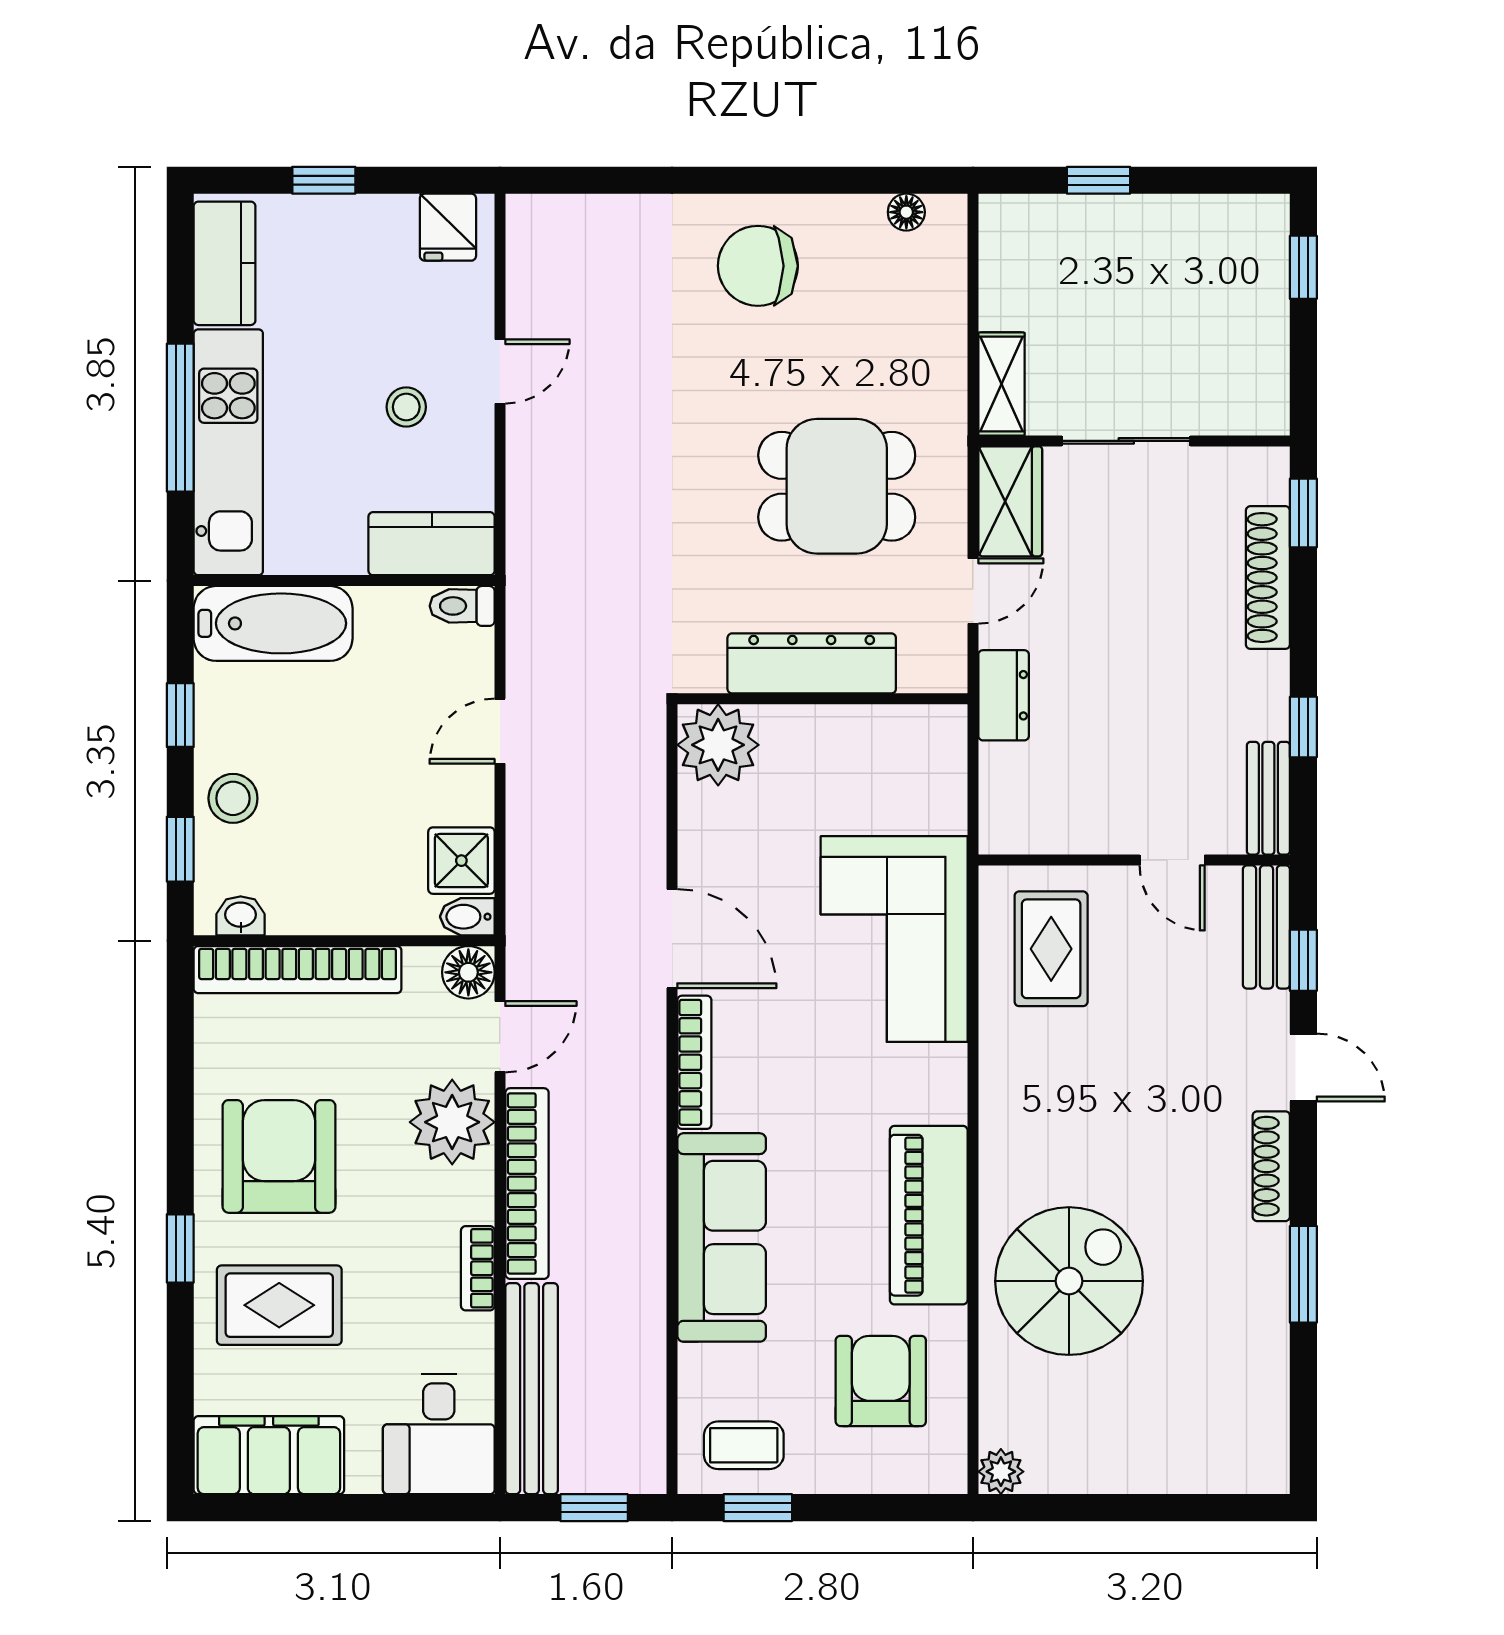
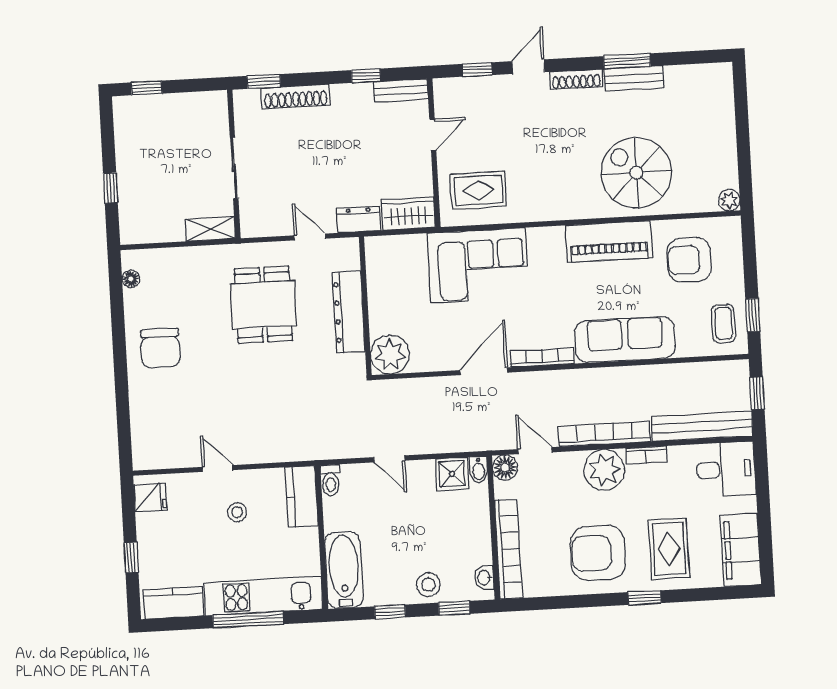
wardrobe: (1010, 501) -> (408, 214), moved
bench: (1266, 927) -> (634, 78), moved
plant: (452, 1122) -> (604, 470), moved

